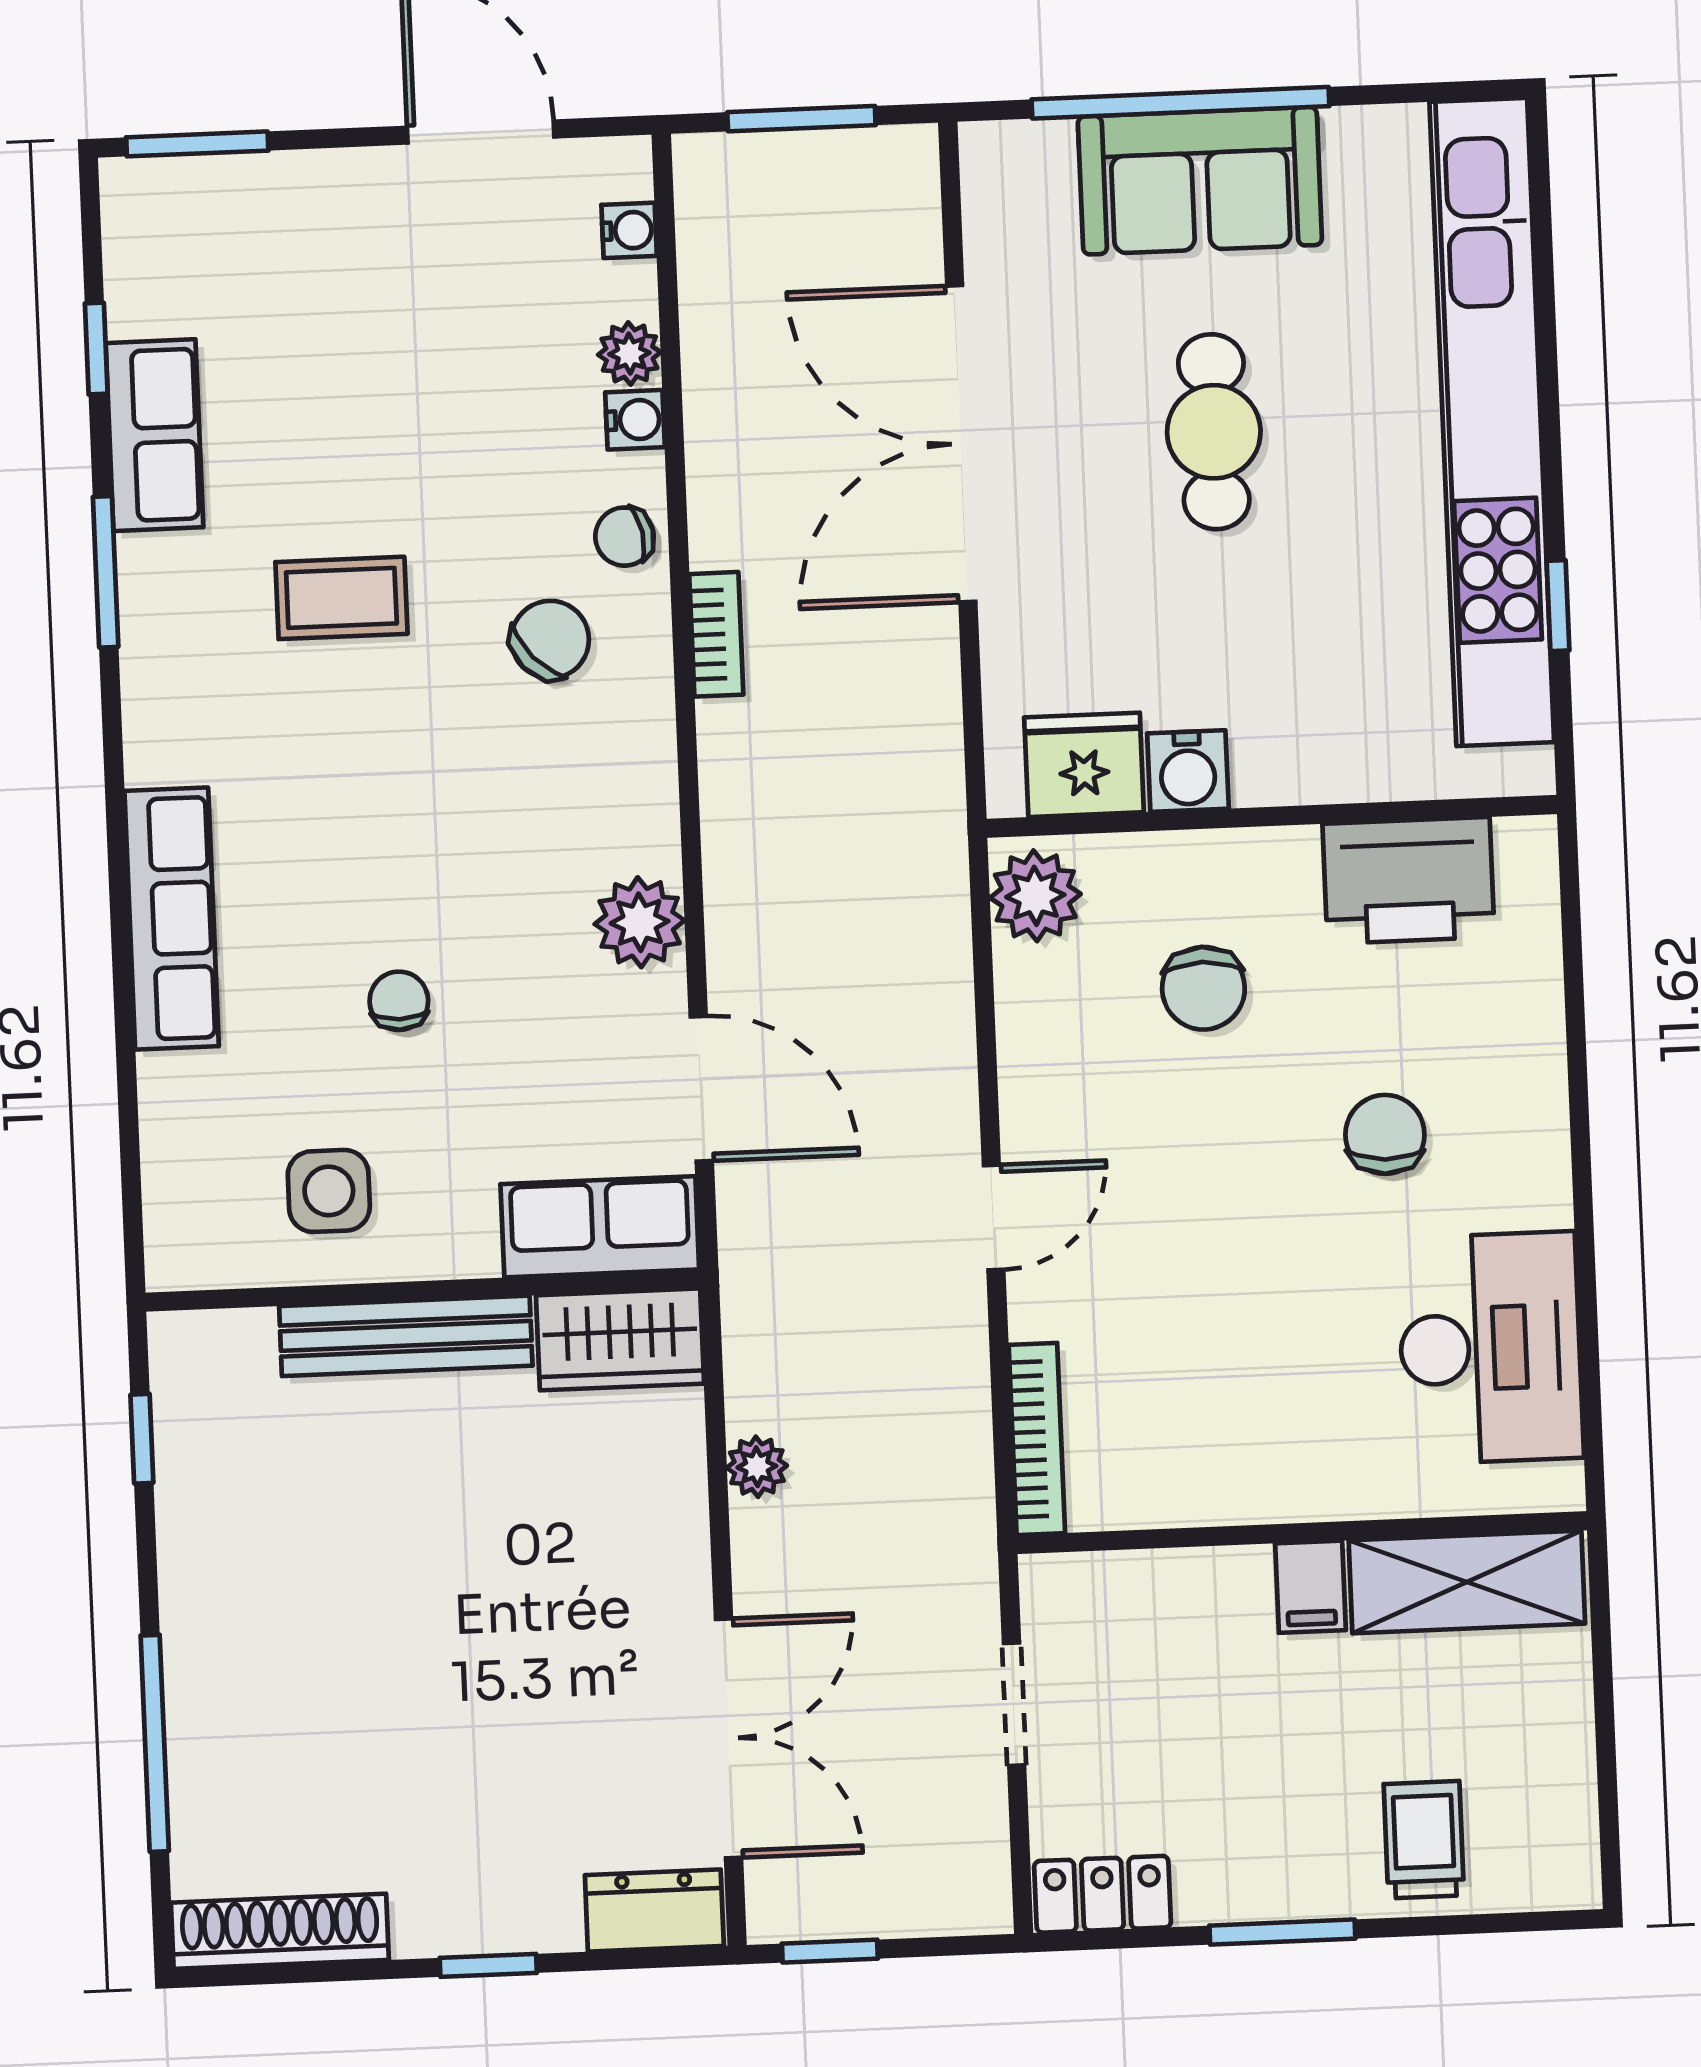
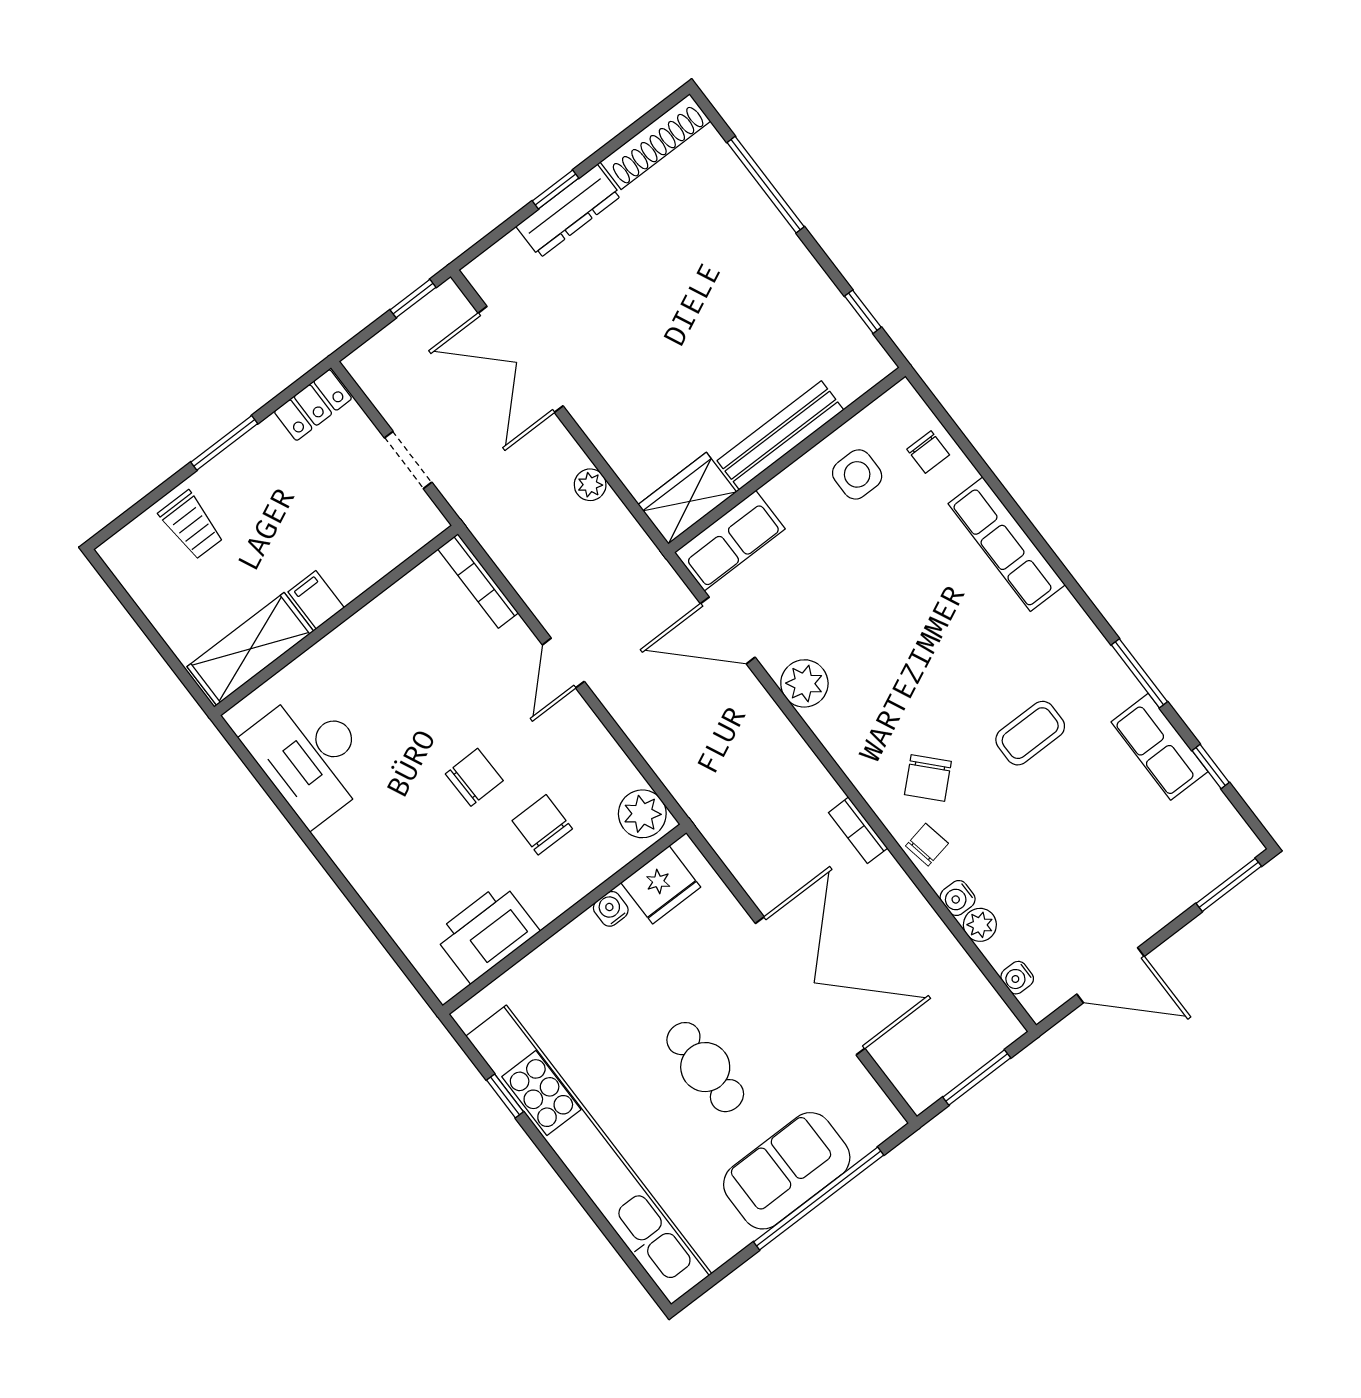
water cooler: (1188, 771) -> (611, 909), width x0.72, depth x0.72
chair: (399, 1001) -> (928, 452), moved
chair: (1385, 1134) -> (474, 777), moved, turned -93
dresser: (654, 1911) -> (569, 211), moved, width x1.44

